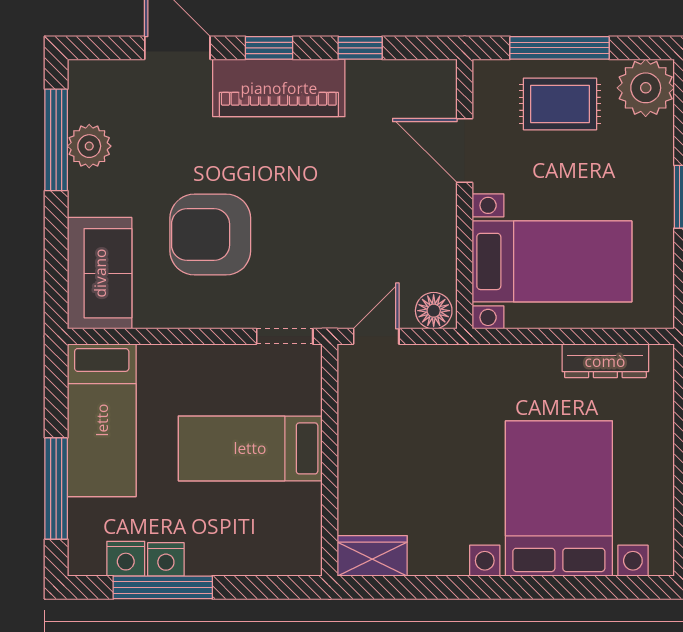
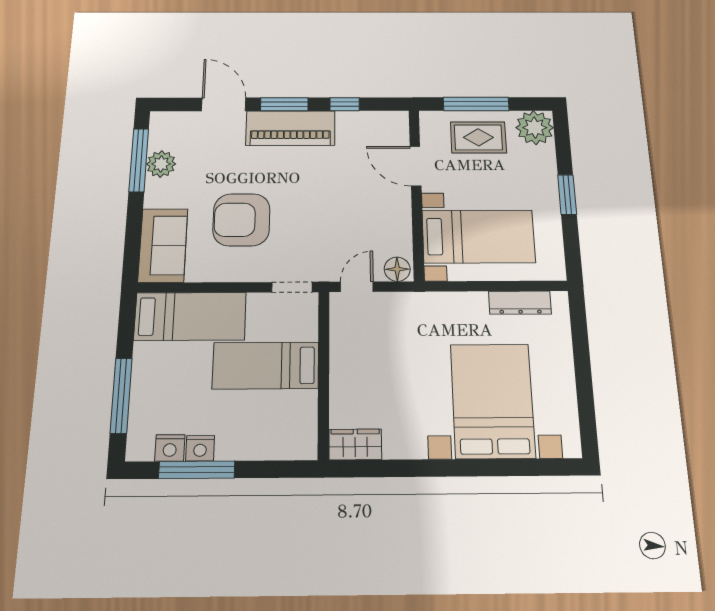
window: (269, 48) -> (284, 104), width x1.50
bed: (102, 420) -> (190, 316), moved, turned -90

